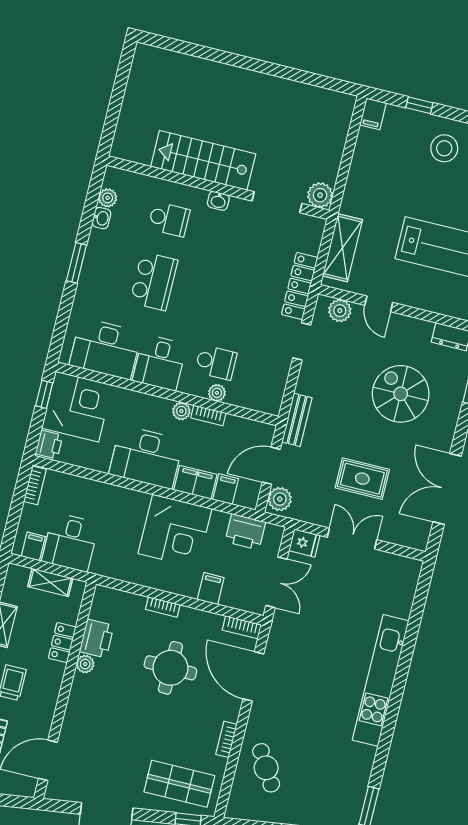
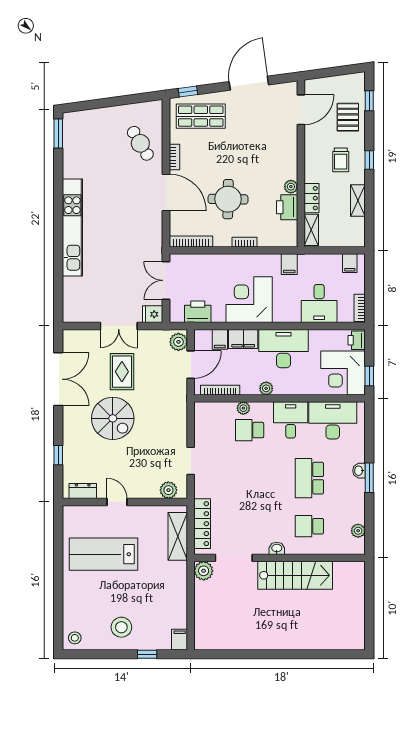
washbasin: (101, 218) -> (359, 471), moved
locker: (300, 286) -> (202, 524), moved
door: (379, 304) -> (117, 502), moved
spiral stairs: (401, 394) -> (113, 418), moved
bookcase: (208, 415) -> (220, 390), moved, width x1.56
bench: (297, 420) -> (180, 403), removed
rug: (362, 479) -> (122, 372), turned 90
desk: (70, 542) -> (319, 303), moved, turned 180
shelving: (50, 582) -> (311, 230), moved, turned 90
filing cabinet: (211, 589) -> (289, 264), moved
bookcase: (242, 627) -> (191, 241), width x1.56
door: (253, 676) -> (166, 192), moved

